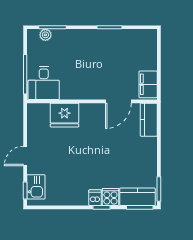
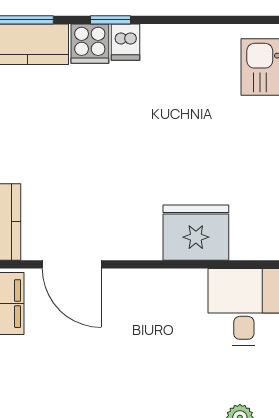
door: (118, 101) -> (72, 264), swing flipped

